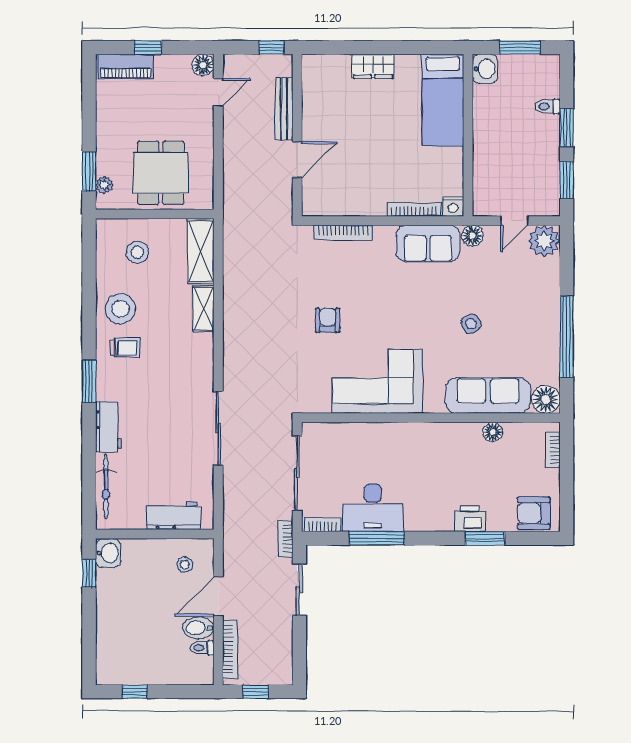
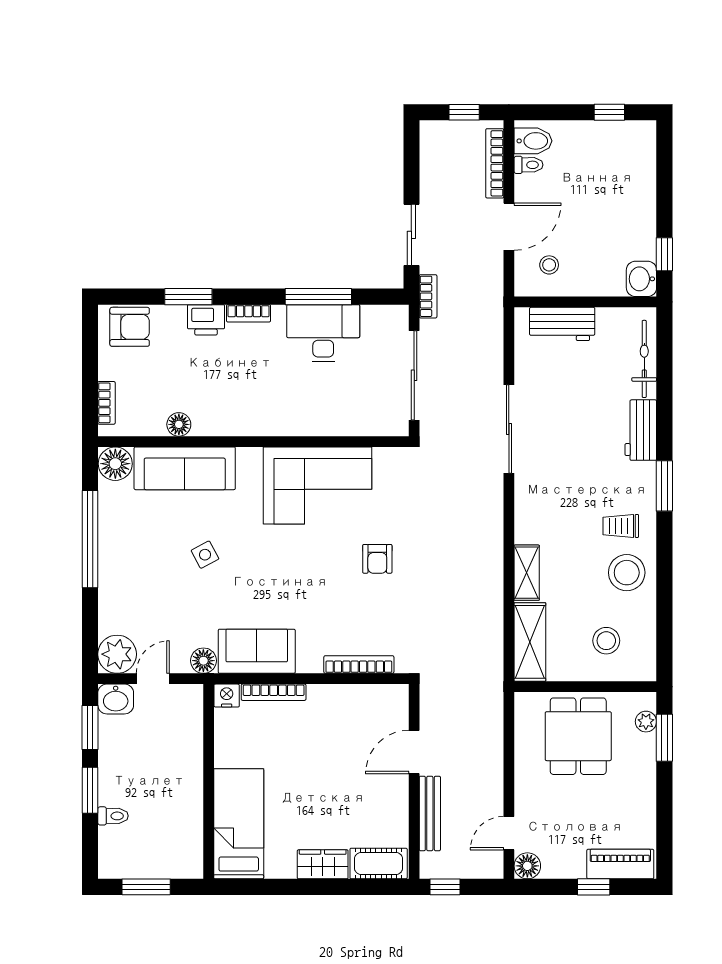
cot: (327, 67) -> (379, 863), added
washbasin: (485, 69) -> (116, 699), moved, turned -90
bookcase: (322, 524) -> (249, 313), moved
bidet: (198, 628) -> (533, 141), moved

